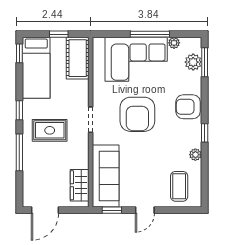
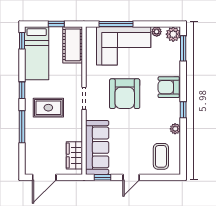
window: (150, 34) -> (116, 24), moved
plant: (193, 62) -> (173, 34), moved

